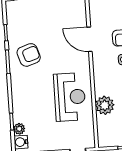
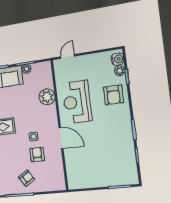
door: (90, 39) -> (61, 138), moved
armchair: (29, 55) -> (113, 95), moved, turned -72

